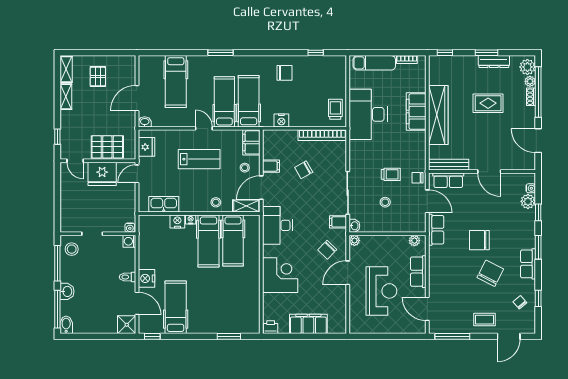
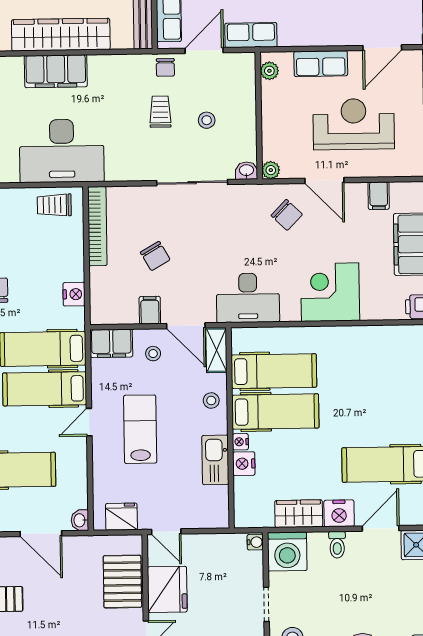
kitchen sink: (164, 204) -> (215, 460), moved
filing cabinet: (338, 222) -> (379, 196), moved
washing machine: (129, 241) -> (287, 551), width x1.89, depth x1.89
wardrobe: (147, 254) -> (299, 514), added

